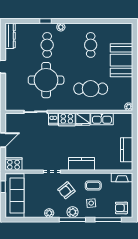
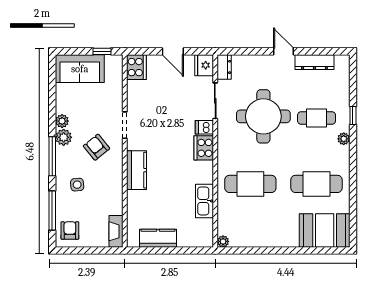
dresser: (10, 36) -> (314, 62), moved
cafe table: (91, 45) -> (317, 184), width x1.37, depth x1.35
booth: (121, 60) -> (325, 231), moved
cafe table: (91, 89) -> (250, 184), turned 90
dresser: (13, 106) -> (224, 67), added
fridge: (83, 119) -> (204, 65), moved
coffee table: (93, 186) -> (104, 188), removed
sofa: (15, 196) -> (80, 69), width x0.73
plant: (73, 212) -> (64, 137), moved

